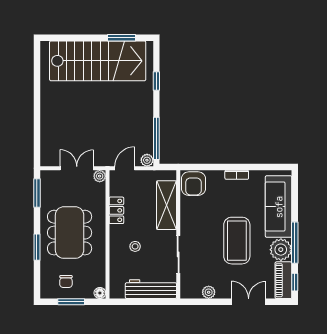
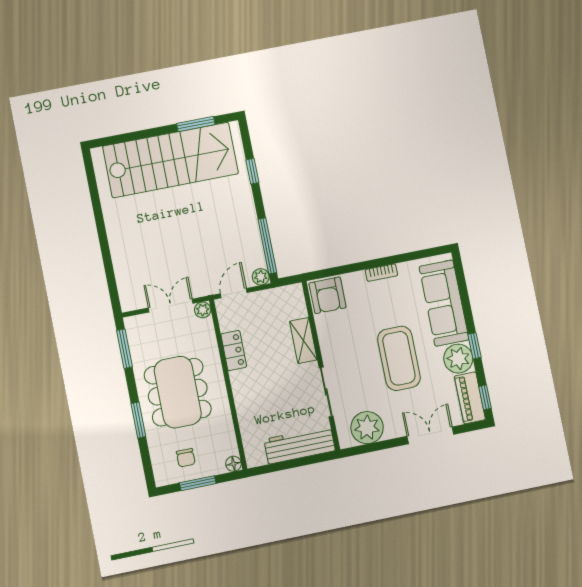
shelving: (167, 205) -> (303, 341), width x0.67, depth x0.75
window: (295, 243) -> (475, 346), width x0.46
stool: (135, 246) -> (268, 393), removed
plant: (209, 292) -> (367, 428), width x1.87, depth x1.87

